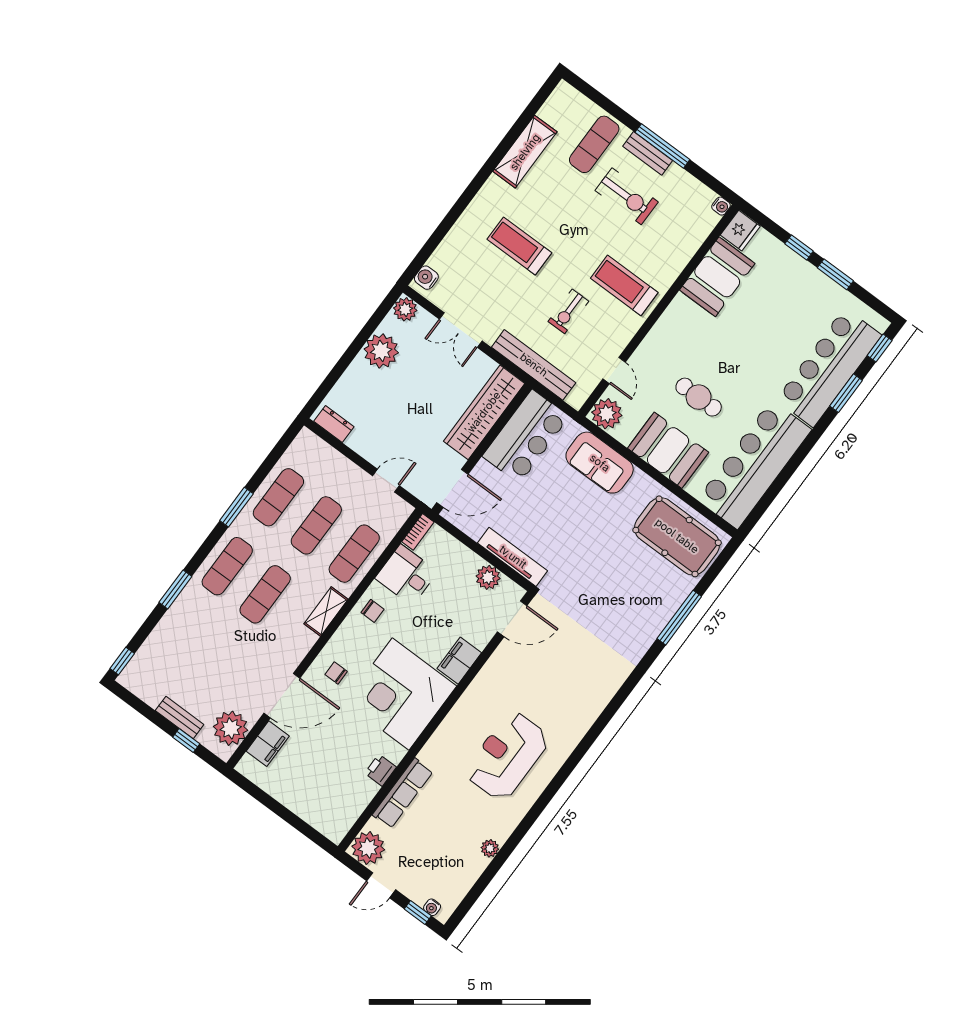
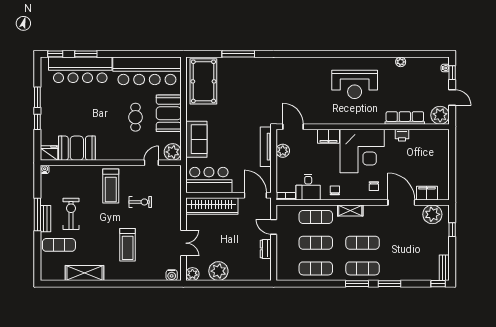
bench: (534, 365) -> (175, 200), removed
dresser: (334, 424) -> (266, 249), moved
window: (236, 507) -> (357, 284), moved
bench: (180, 717) -> (444, 268), moved

